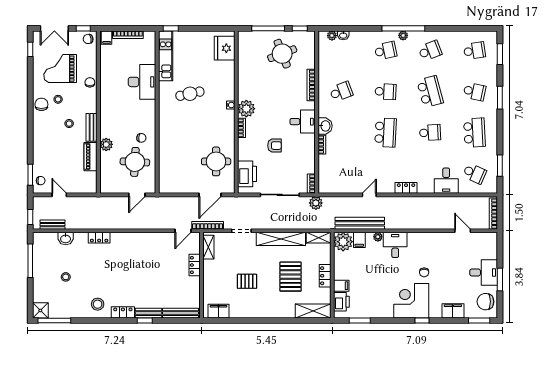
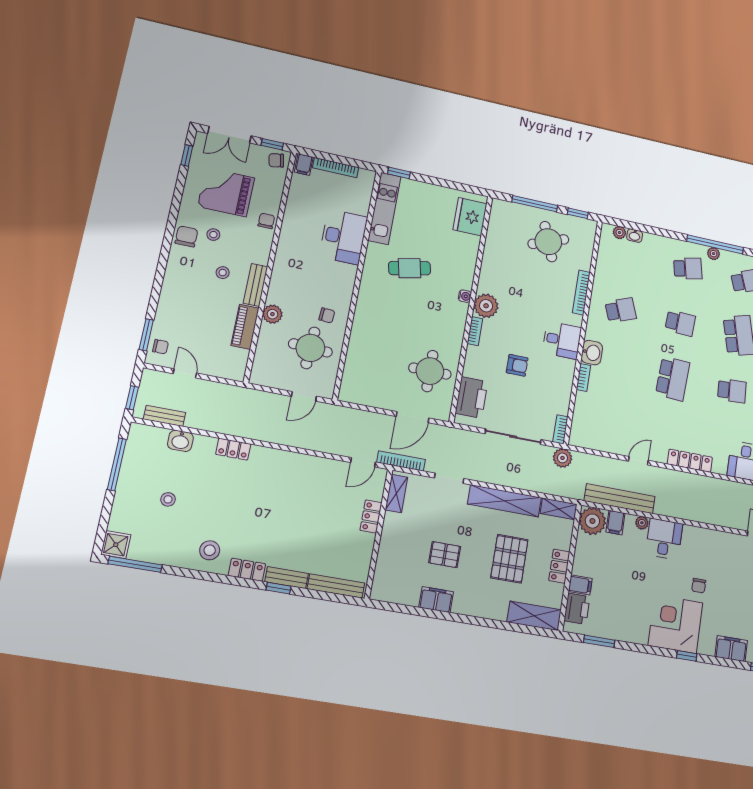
locker: (406, 188) -> (690, 461), width x1.53
filing cabinet: (219, 311) -> (436, 600), moved

